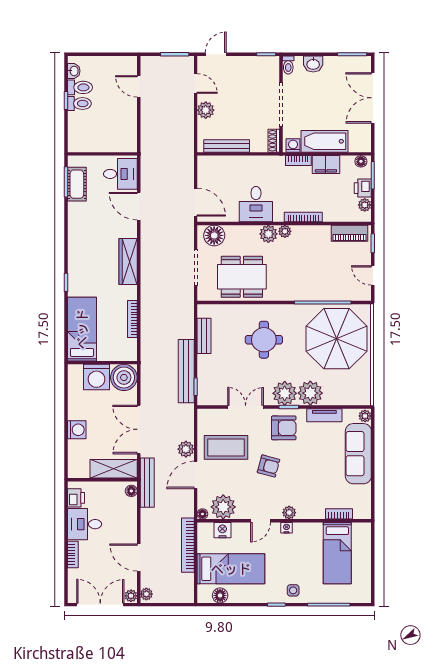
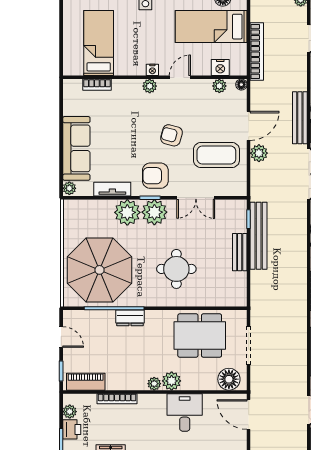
bookcase: (303, 217) -> (117, 399), moved
dresser: (308, 293) -> (130, 318), added
bench: (204, 336) -> (240, 252), moved
plant: (223, 507) -> (219, 86), width x0.53, depth x0.53

